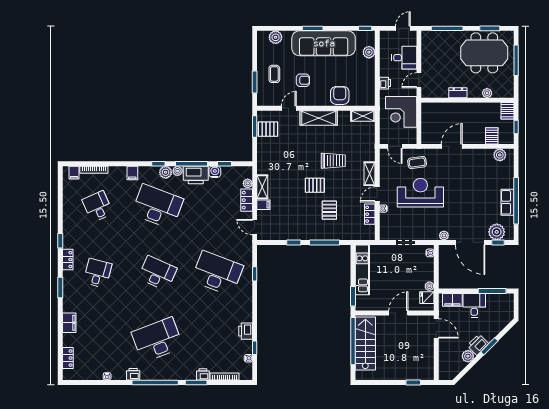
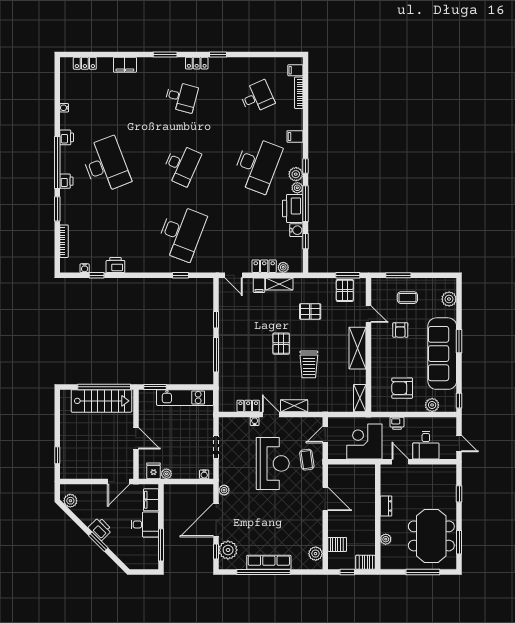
window: (447, 28) -> (459, 494), width x0.46
armchair: (340, 95) -> (402, 388), moved, turned 180
row of seats: (507, 202) -> (269, 562), width x1.48
pallet: (329, 210) -> (310, 311), moved
door: (255, 227) -> (234, 275), swing flipped
plant: (468, 356) -> (70, 501), moved
printer: (203, 374) -> (66, 181), moved

